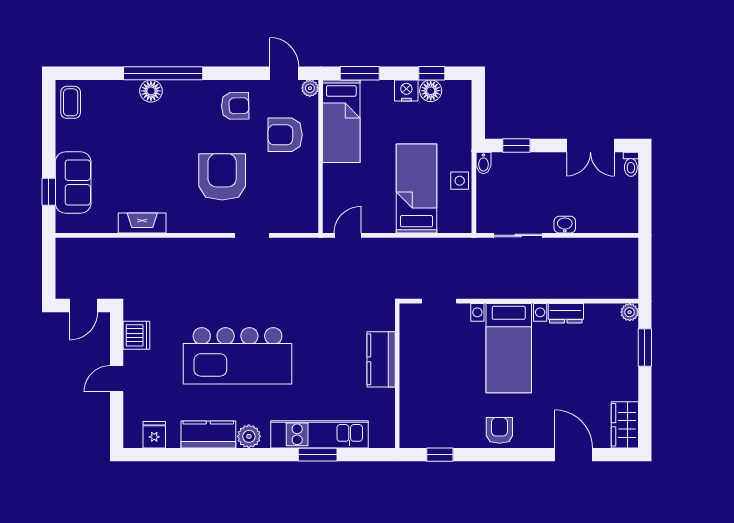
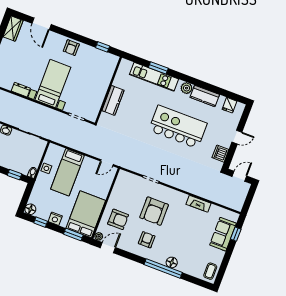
door: (284, 73) -> (108, 248), swing flipped
floor lamp: (431, 91) -> (30, 209), moved
armchair: (235, 106) -> (147, 240), moved, turned 91
bed: (341, 121) -> (86, 214), width x1.50

